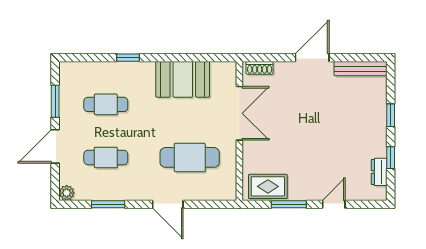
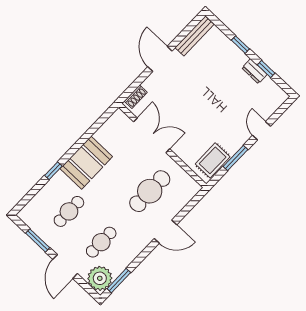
booth: (183, 79) -> (86, 163), moved
dresser: (379, 172) -> (255, 71), moved
plant: (67, 193) -> (100, 278), width x1.88, depth x1.88
window: (108, 204) -> (119, 281), moved

